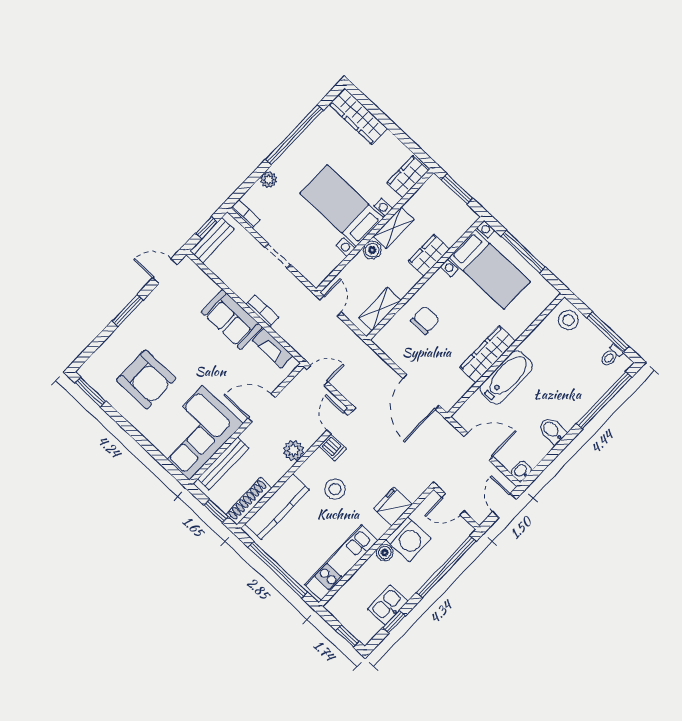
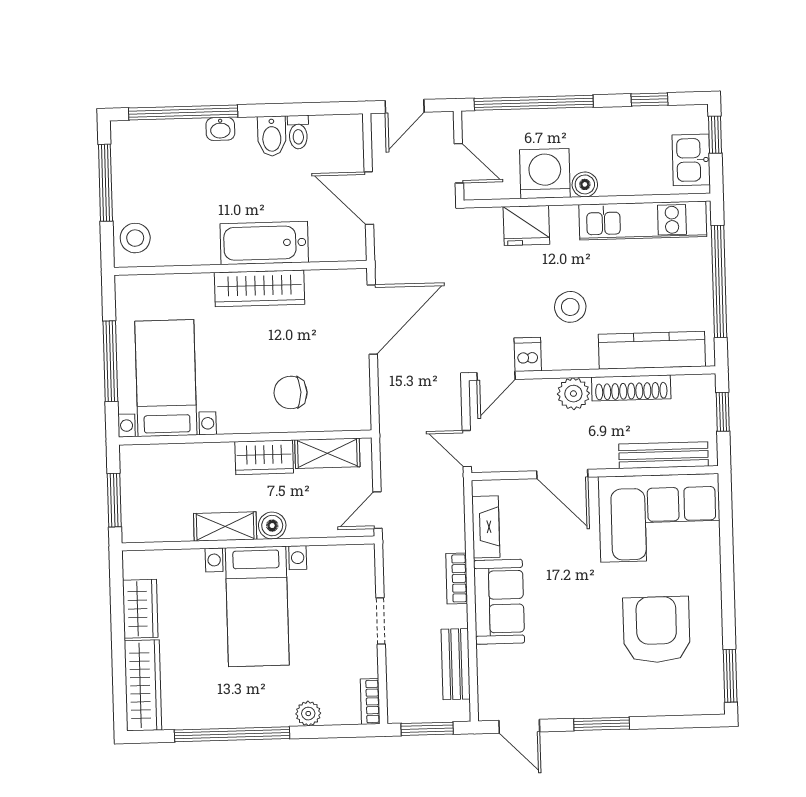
wardrobe: (408, 177) -> (140, 609), moved, turned -90
window: (206, 227) -> (427, 729), width x1.50
bench: (212, 240) -> (456, 664), moved, turned 90
wardrobe: (429, 255) -> (264, 457), moved
toilet: (611, 356) -> (298, 132), moved, turned 90
washbasin: (521, 471) -> (220, 129), moved
shoe rack: (249, 501) -> (631, 388), moved
kitchen sink: (388, 605) -> (691, 160), moved, turned 90

